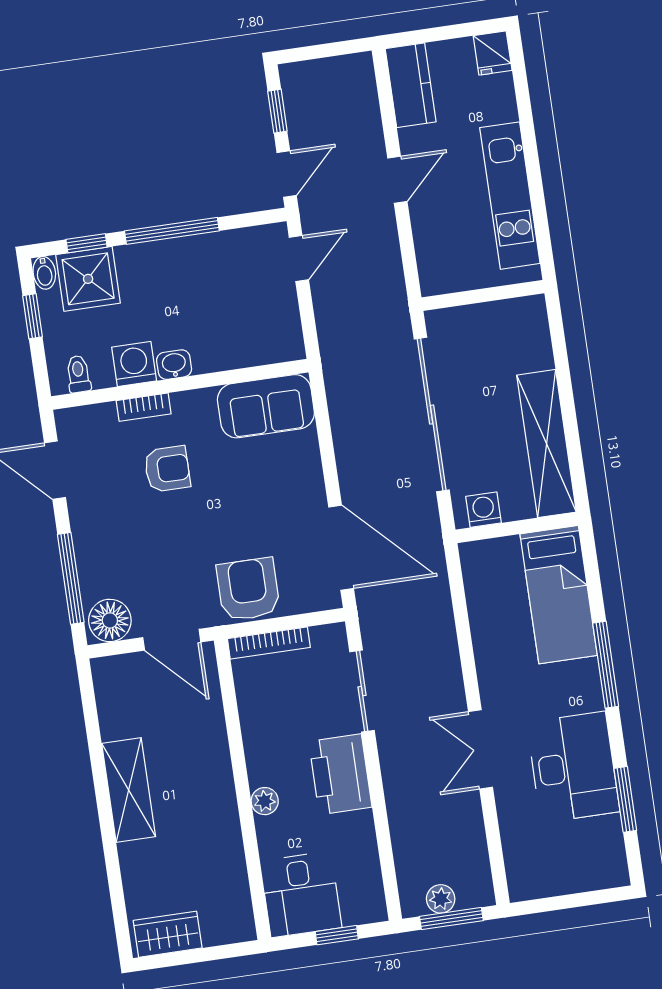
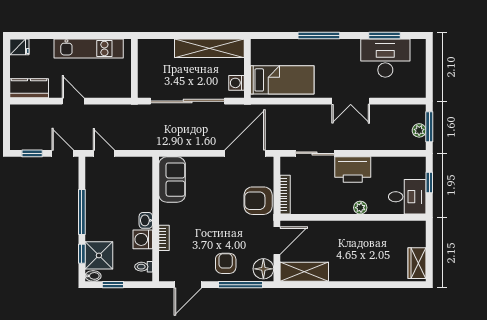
armchair: (167, 469) -> (226, 263), moved
bed: (559, 595) -> (282, 80), moved
desk: (573, 767) -> (385, 58), moved
shelving: (129, 790) -> (304, 272), moved

